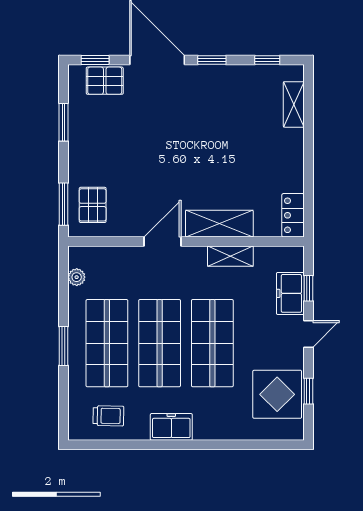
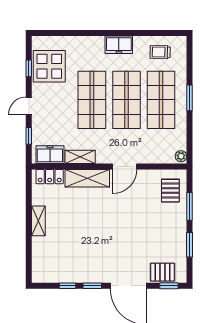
window: (267, 60) -> (67, 286), moved
shelving: (294, 104) -> (38, 221), moved
window: (64, 204) -> (190, 206), moved
locker: (293, 215) -> (50, 177), moved, turned 90
plant: (77, 277) -> (181, 156), moved
freezer: (290, 293) -> (50, 155), moved, turned -90

